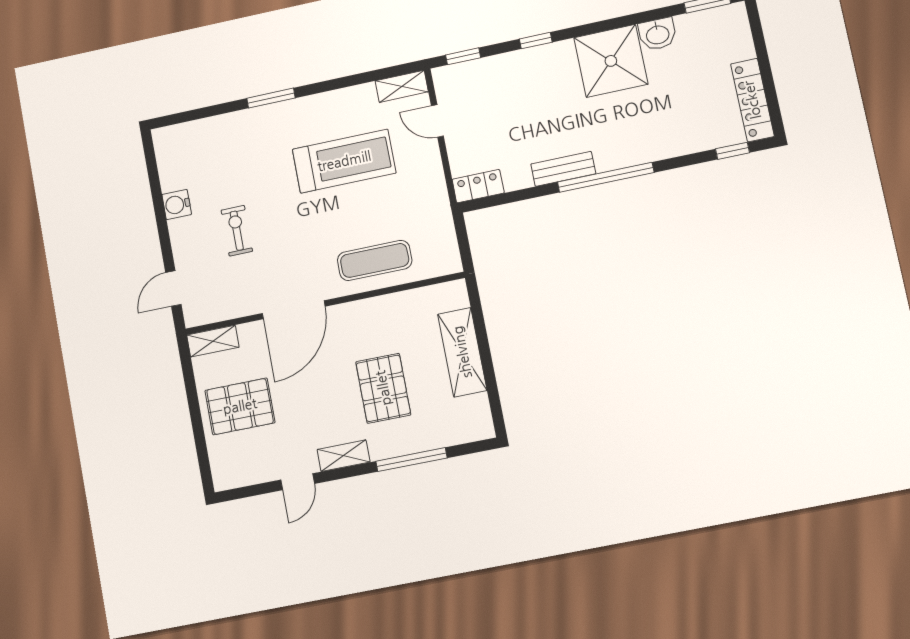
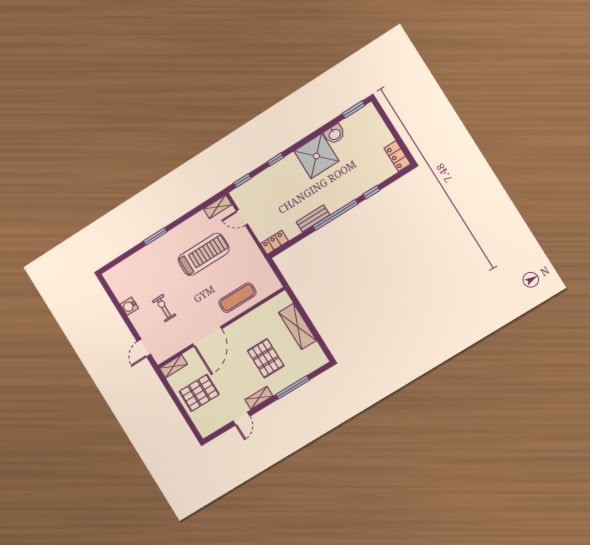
locker: (752, 100) -> (397, 156), width x0.66
window: (732, 151) -> (371, 192), moved

